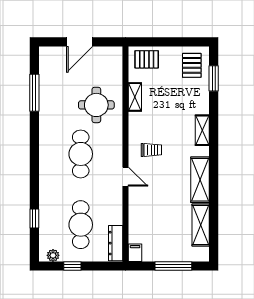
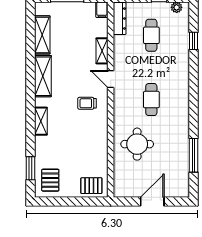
shelving: (135, 97) -> (102, 51), moved
cafe table: (81, 154) -> (151, 100), width x0.73, depth x0.74
cafe table: (81, 225) -> (151, 35), width x0.73, depth x0.74

